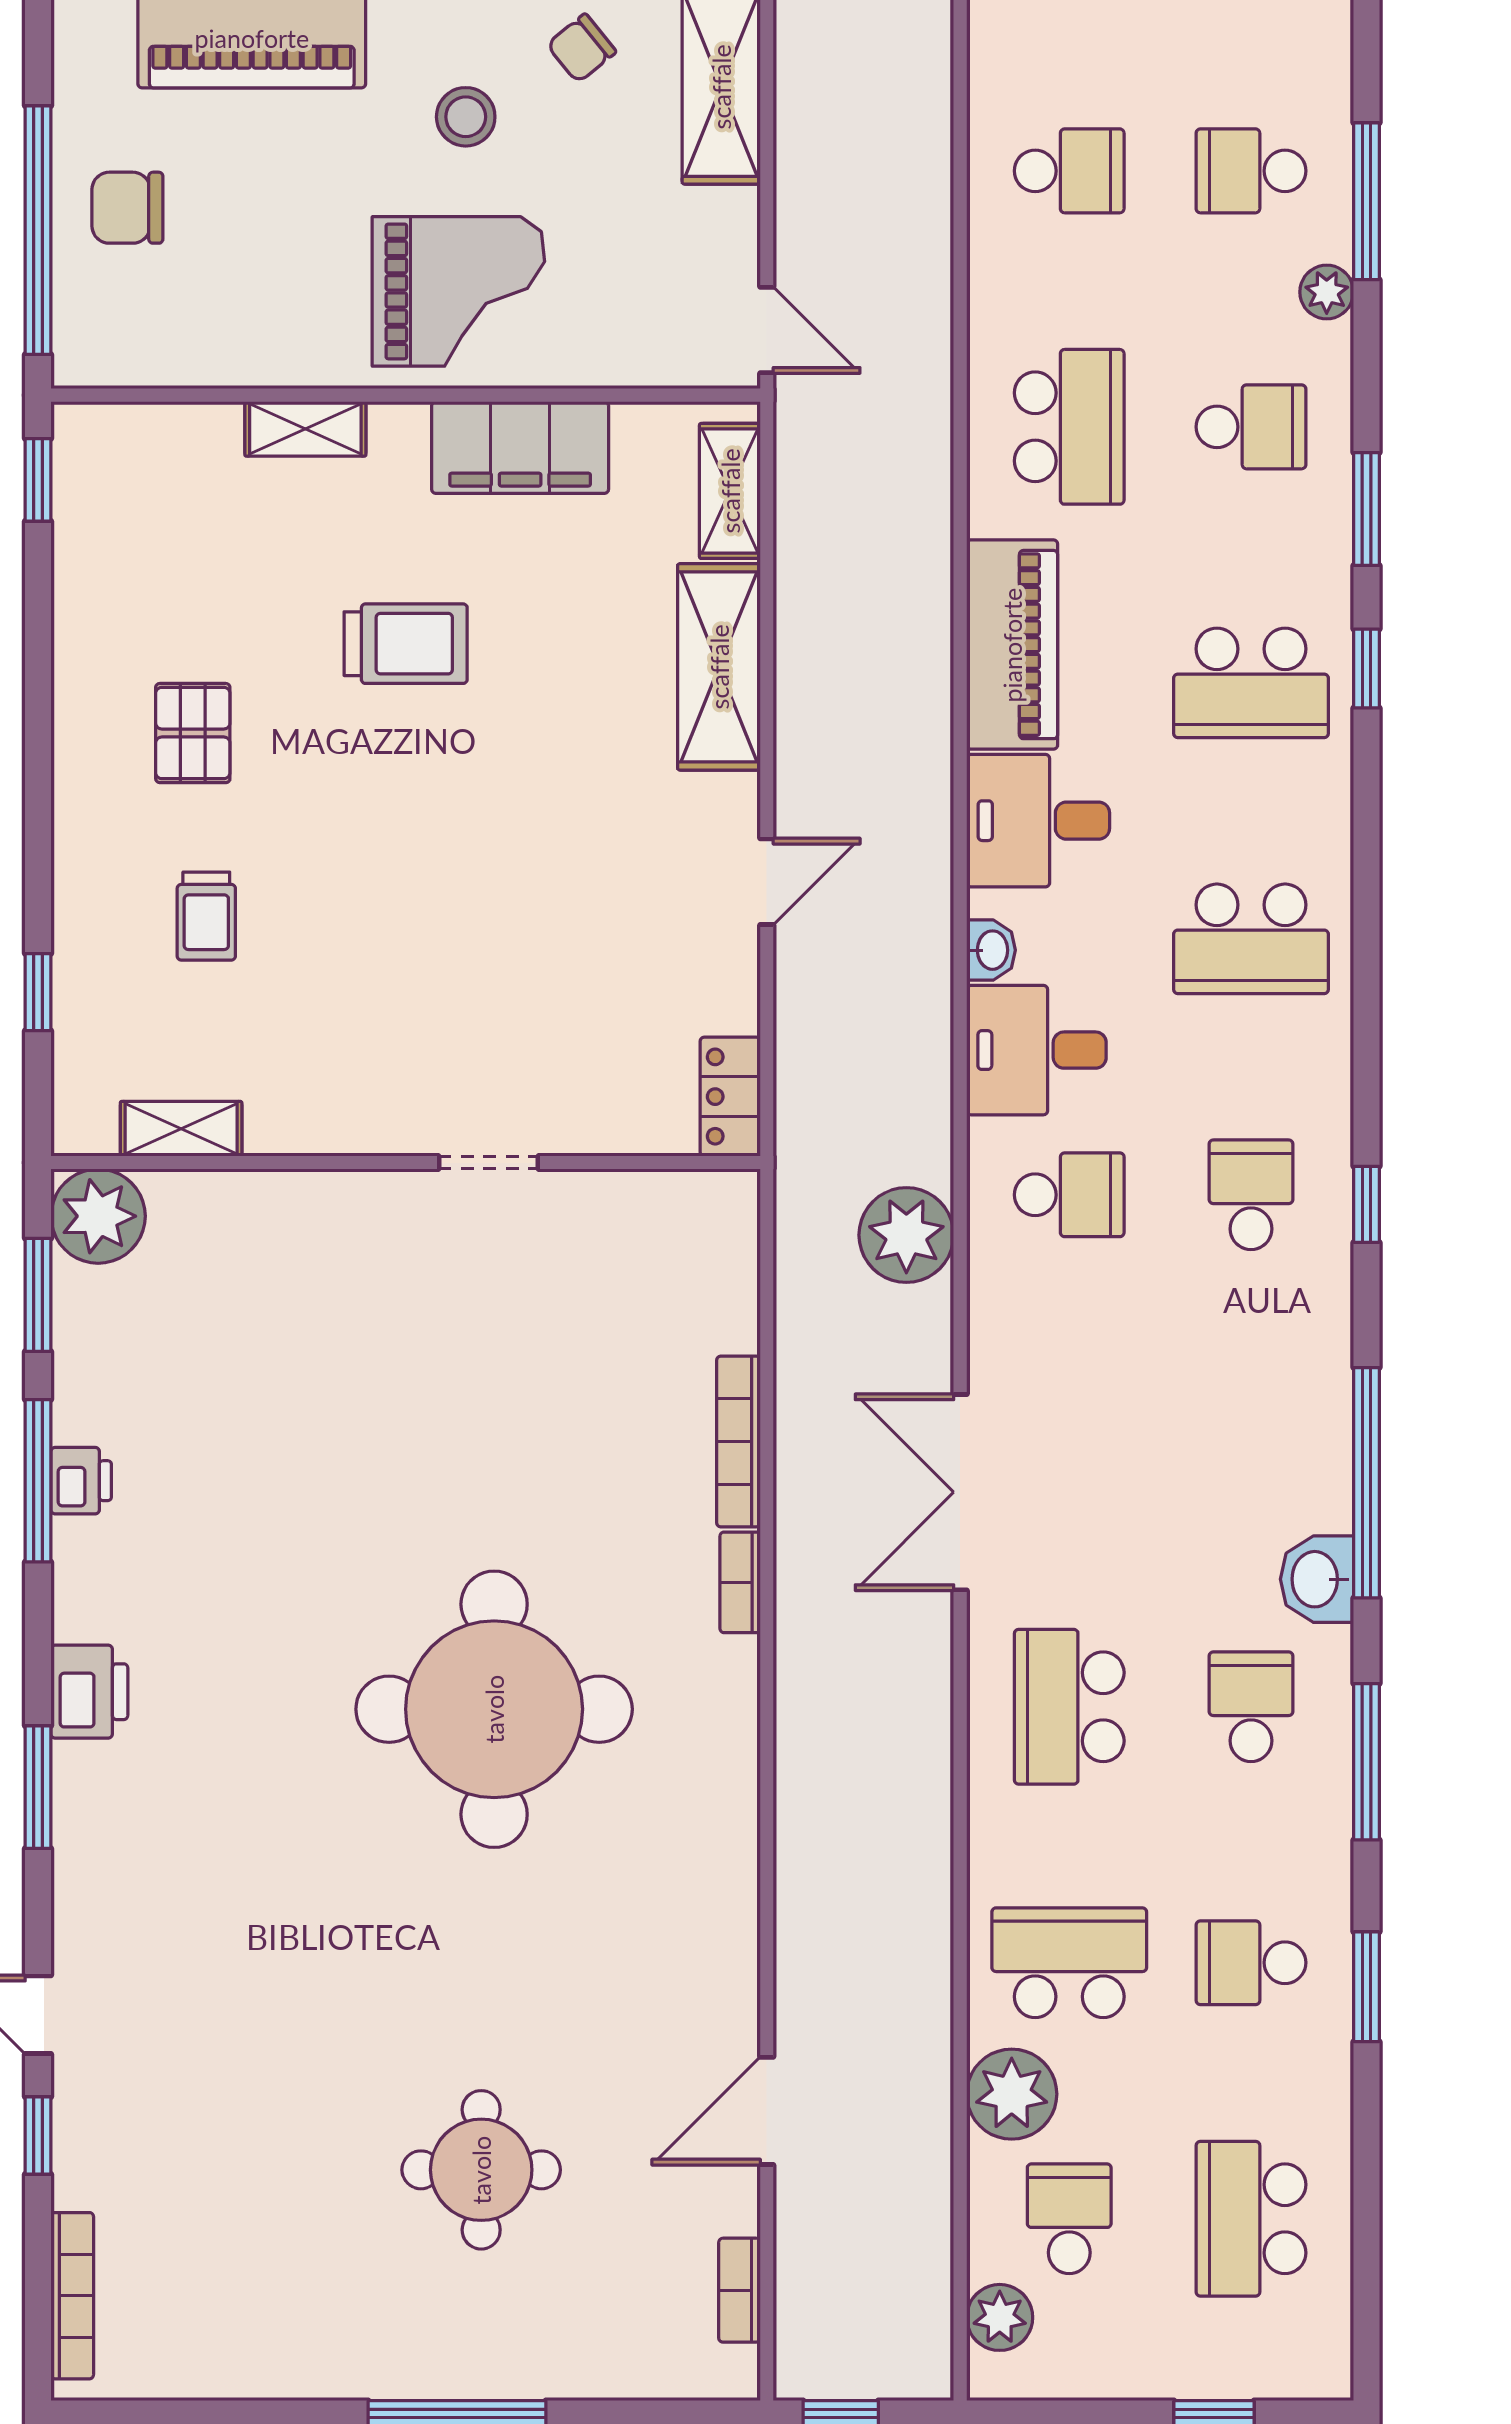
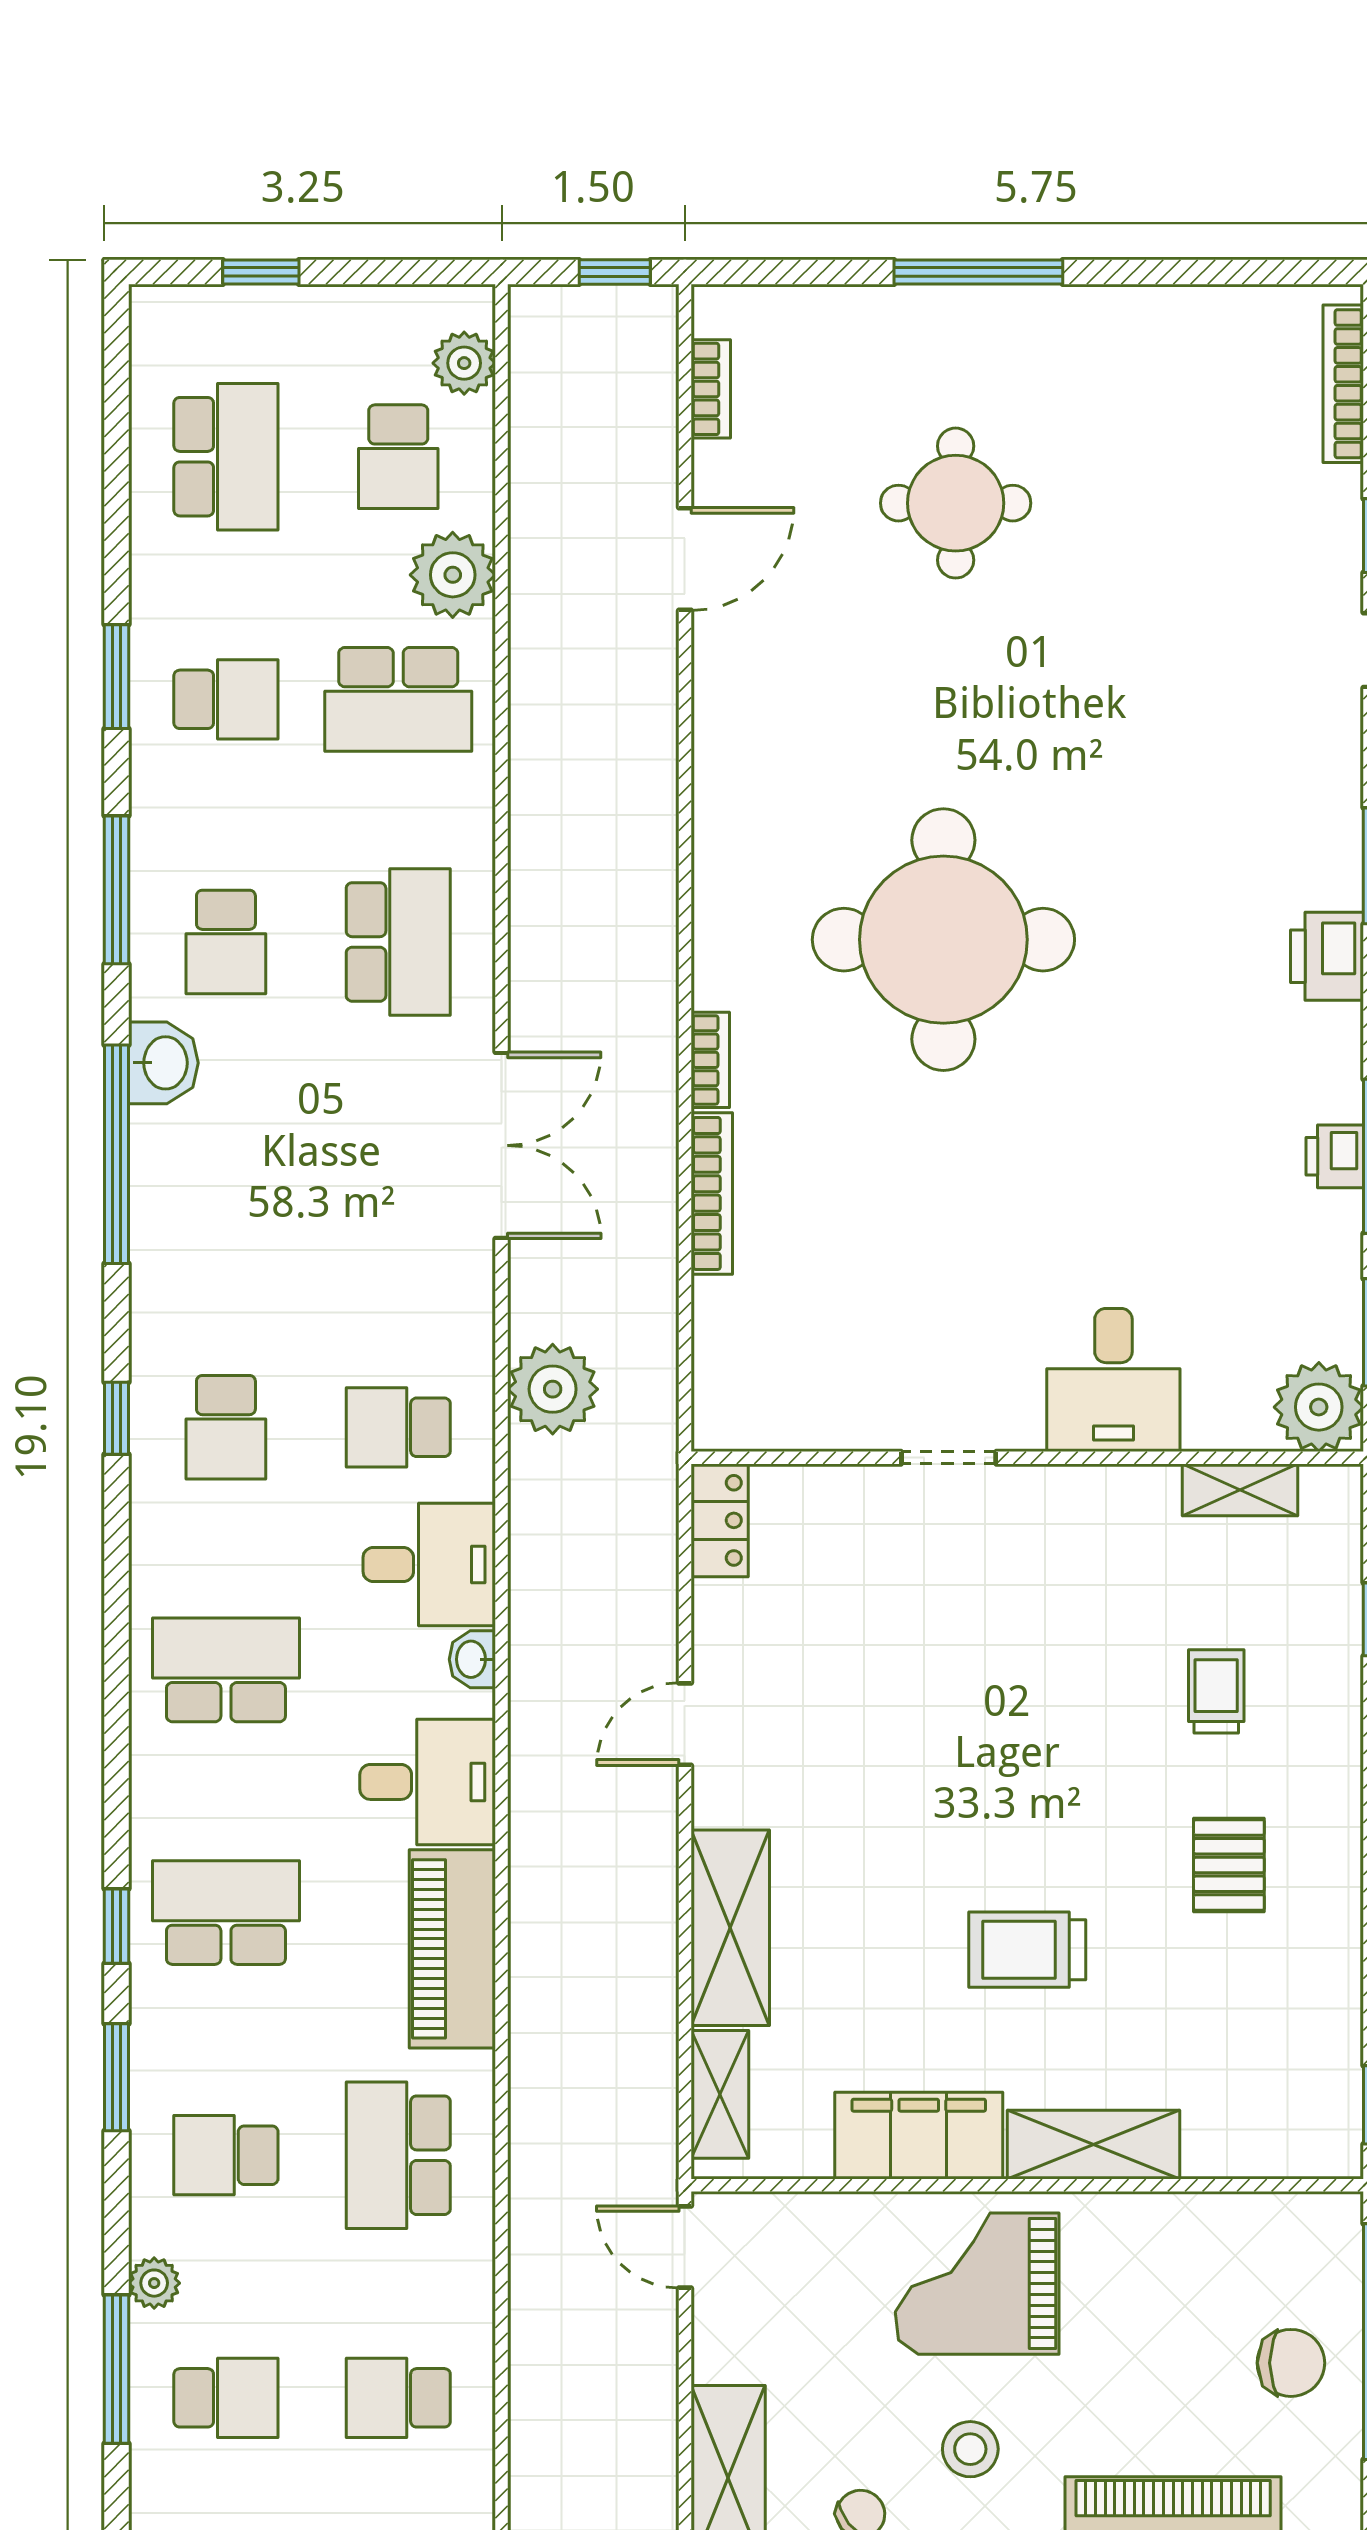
shelving: (305, 429) -> (1094, 2145), width x1.50, depth x1.33
desk: (315, 1245) -> (1113, 1380), added

